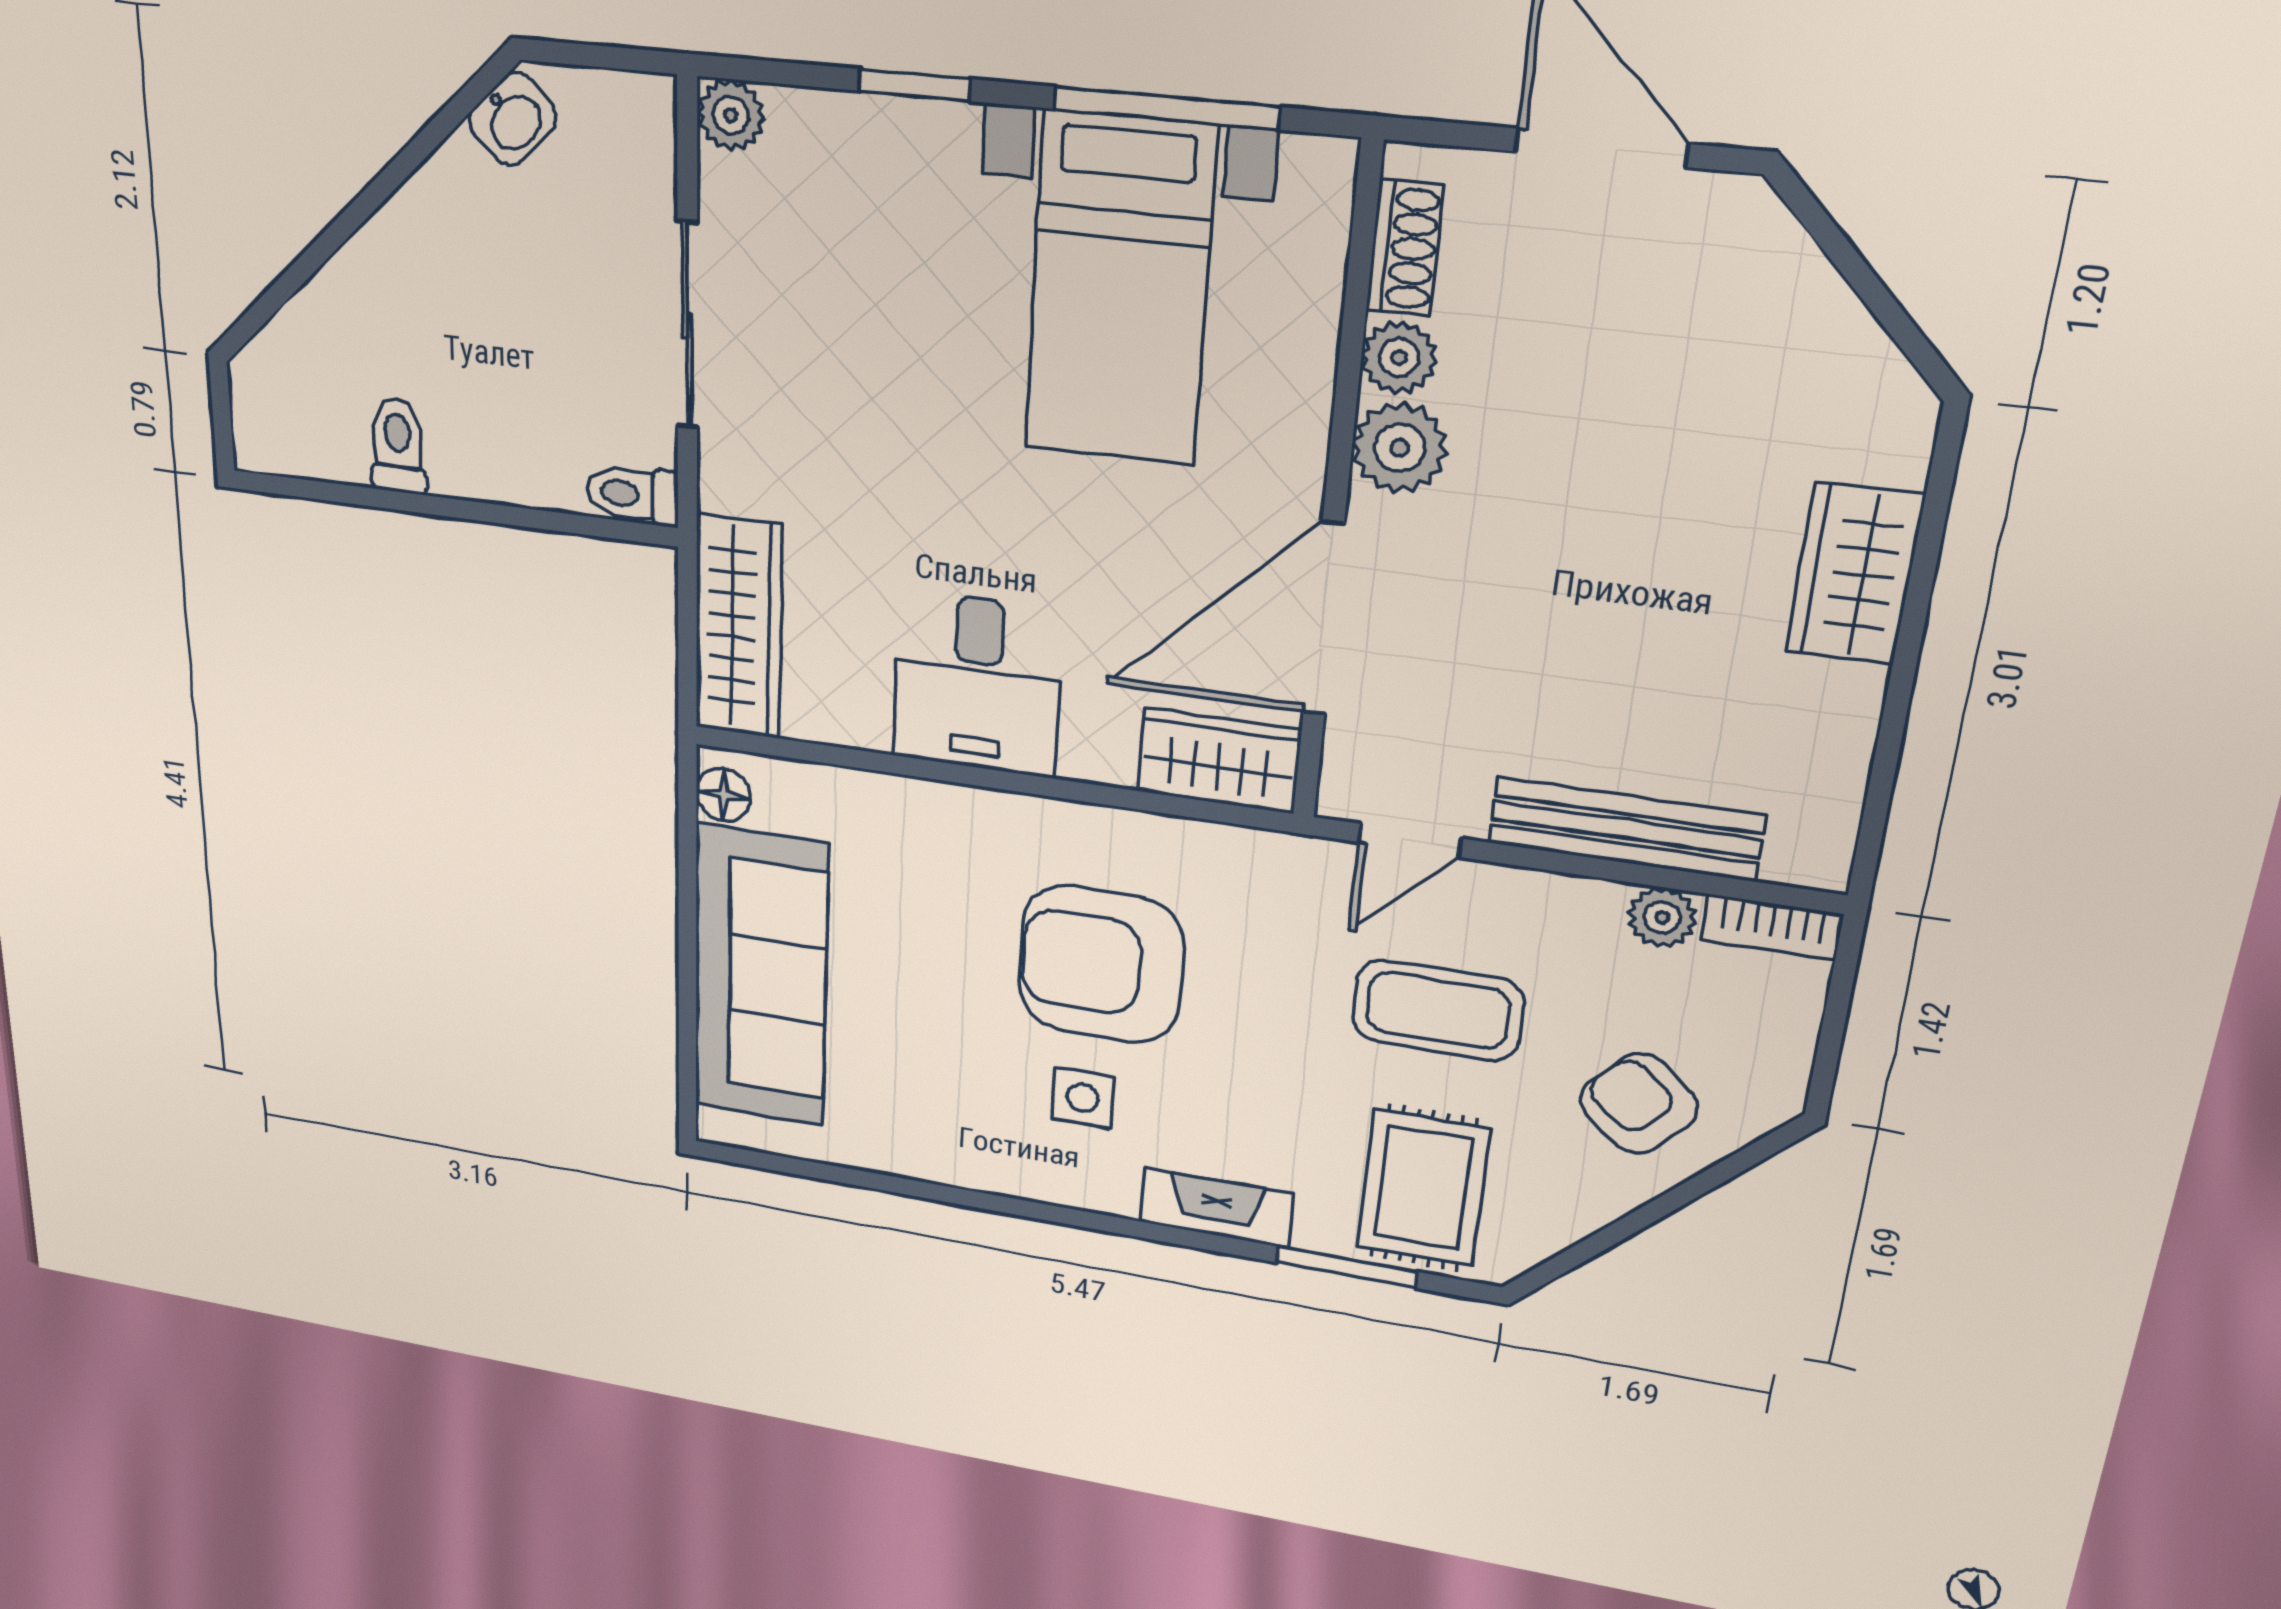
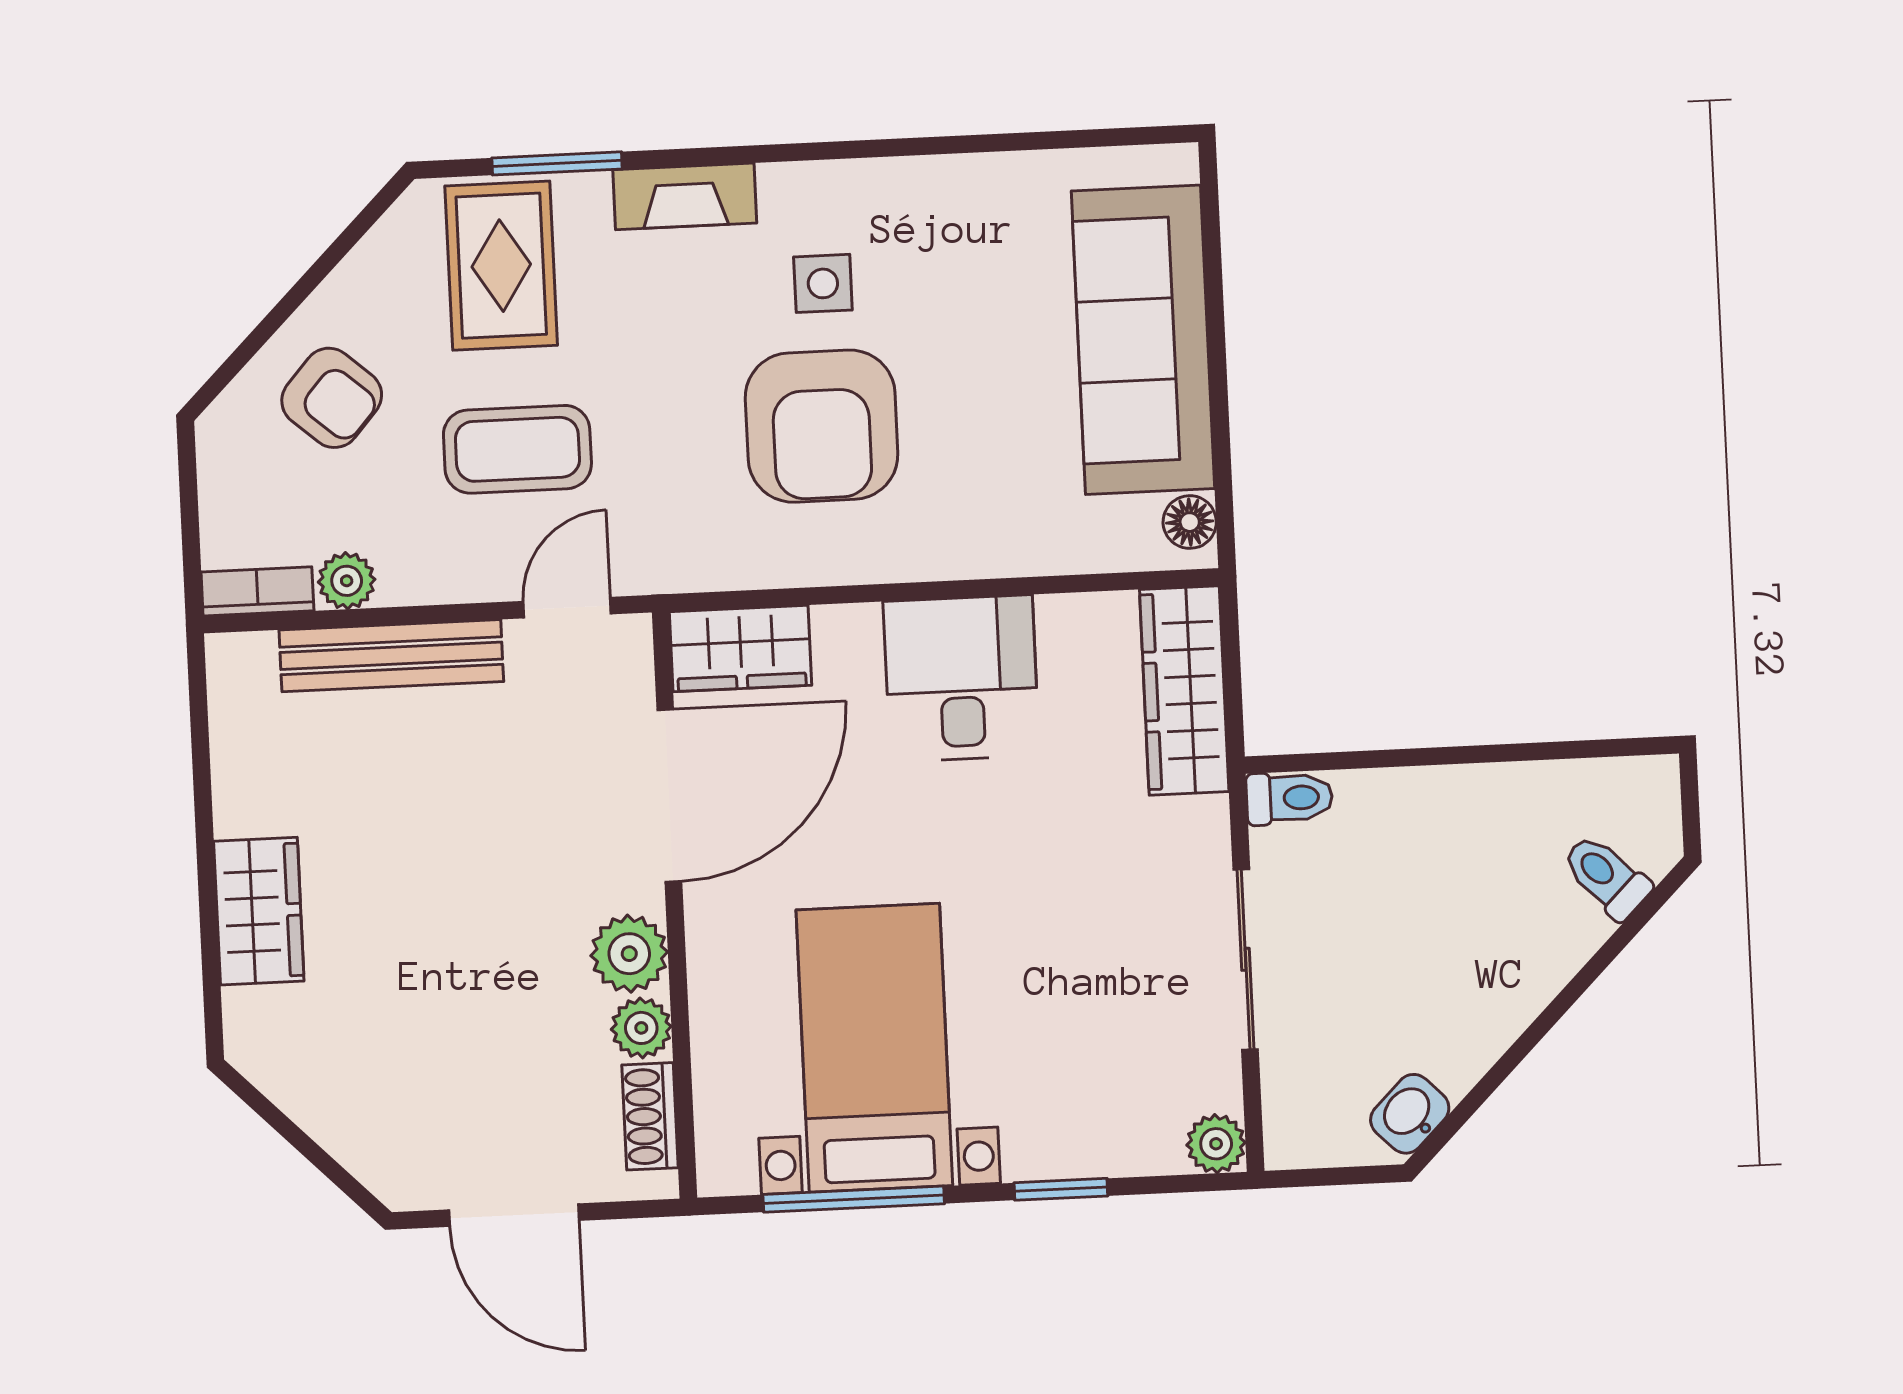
toilet: (398, 446) -> (1606, 877), moved, turned 135
armchair: (1101, 965) -> (822, 426), turned 90

